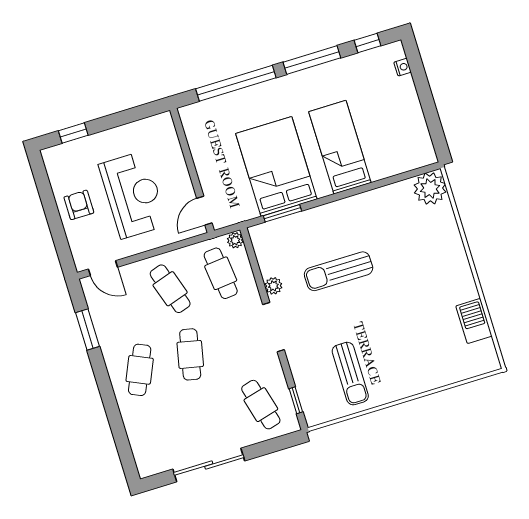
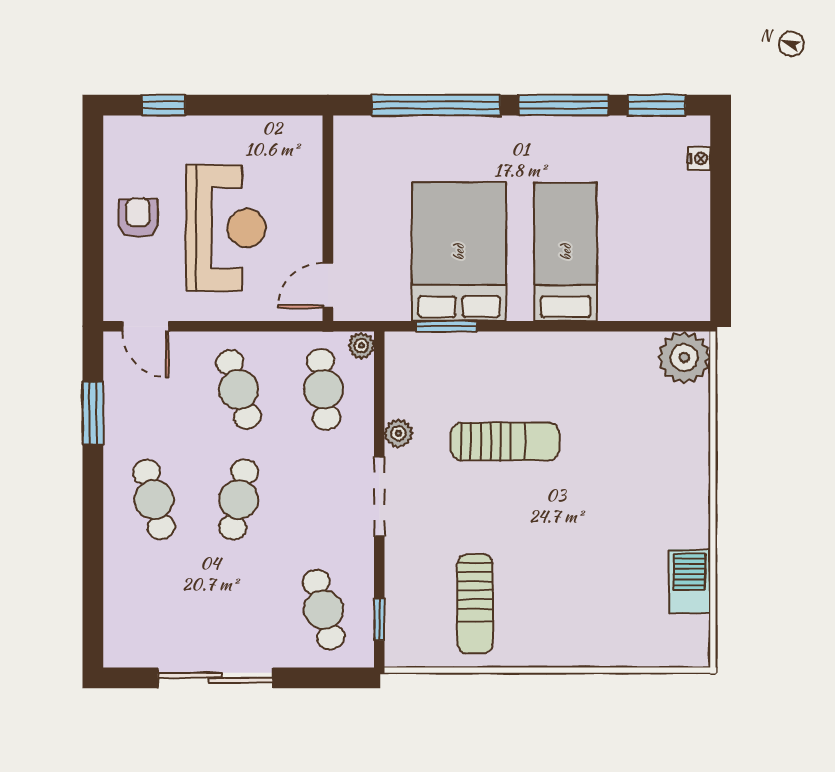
window: (368, 43) -> (657, 105), width x1.50
sun lounger: (339, 271) -> (505, 442), turned 180
cafe table: (140, 370) -> (154, 499), turned -39

